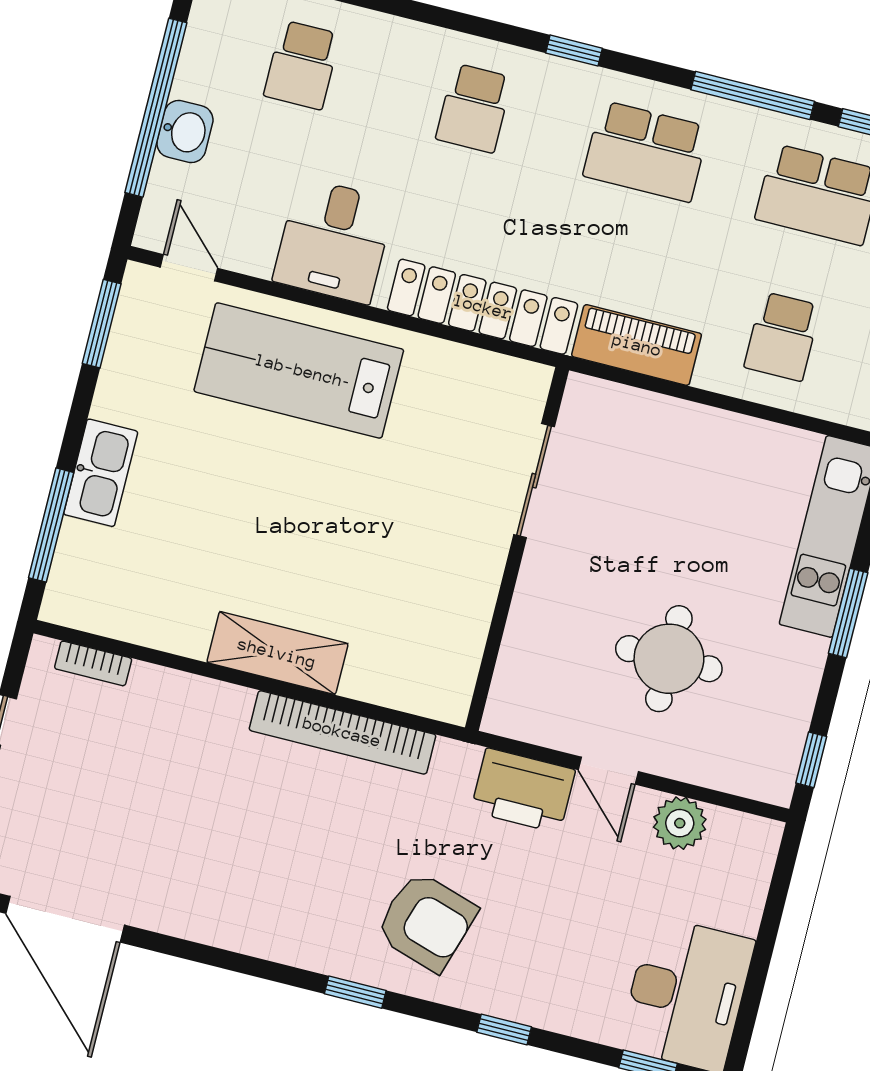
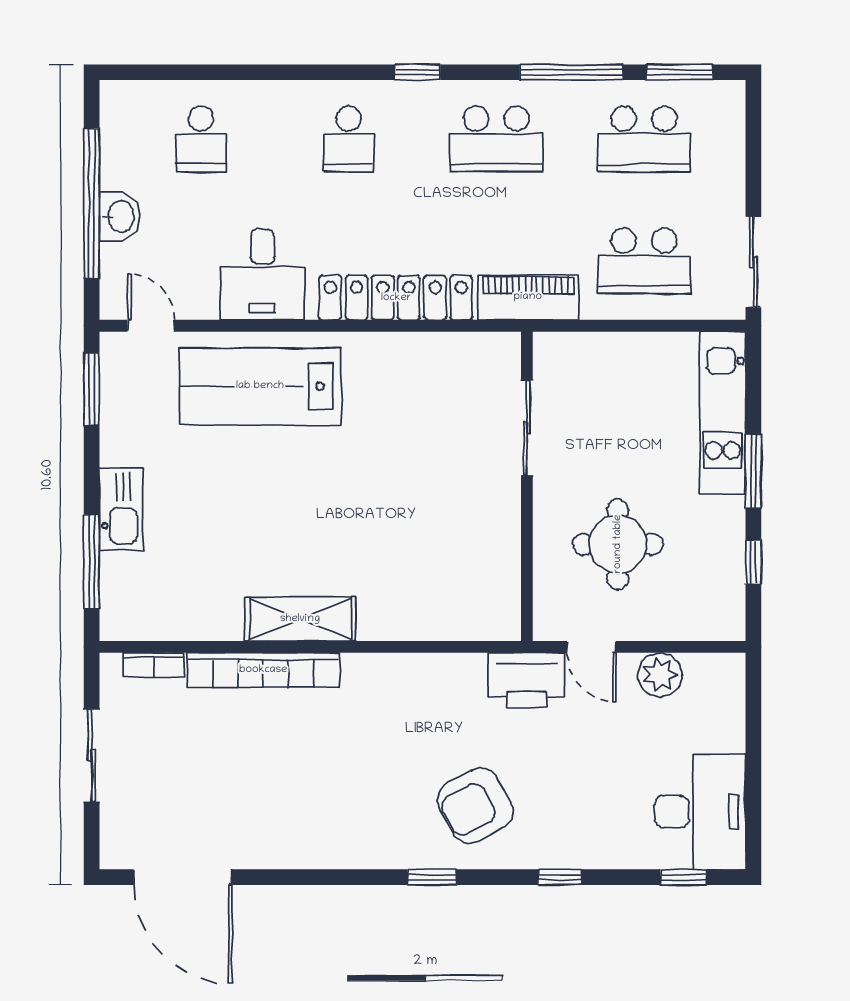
school desk: (782, 336) -> (644, 261), width x1.85
sliding door: (534, 481) -> (527, 428), moved
wall: (517, 549) -> (527, 486), moved
bookcase: (342, 732) -> (263, 670), moved
window: (811, 760) -> (753, 562), moved
armchair: (426, 922) -> (475, 806), turned 134

